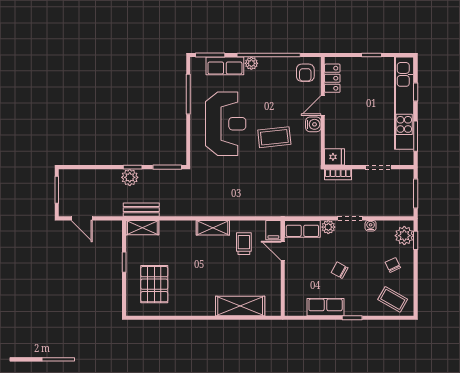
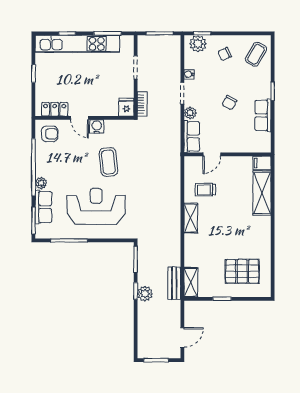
filing cabinet: (273, 230) -> (262, 163), moved, turned 180

